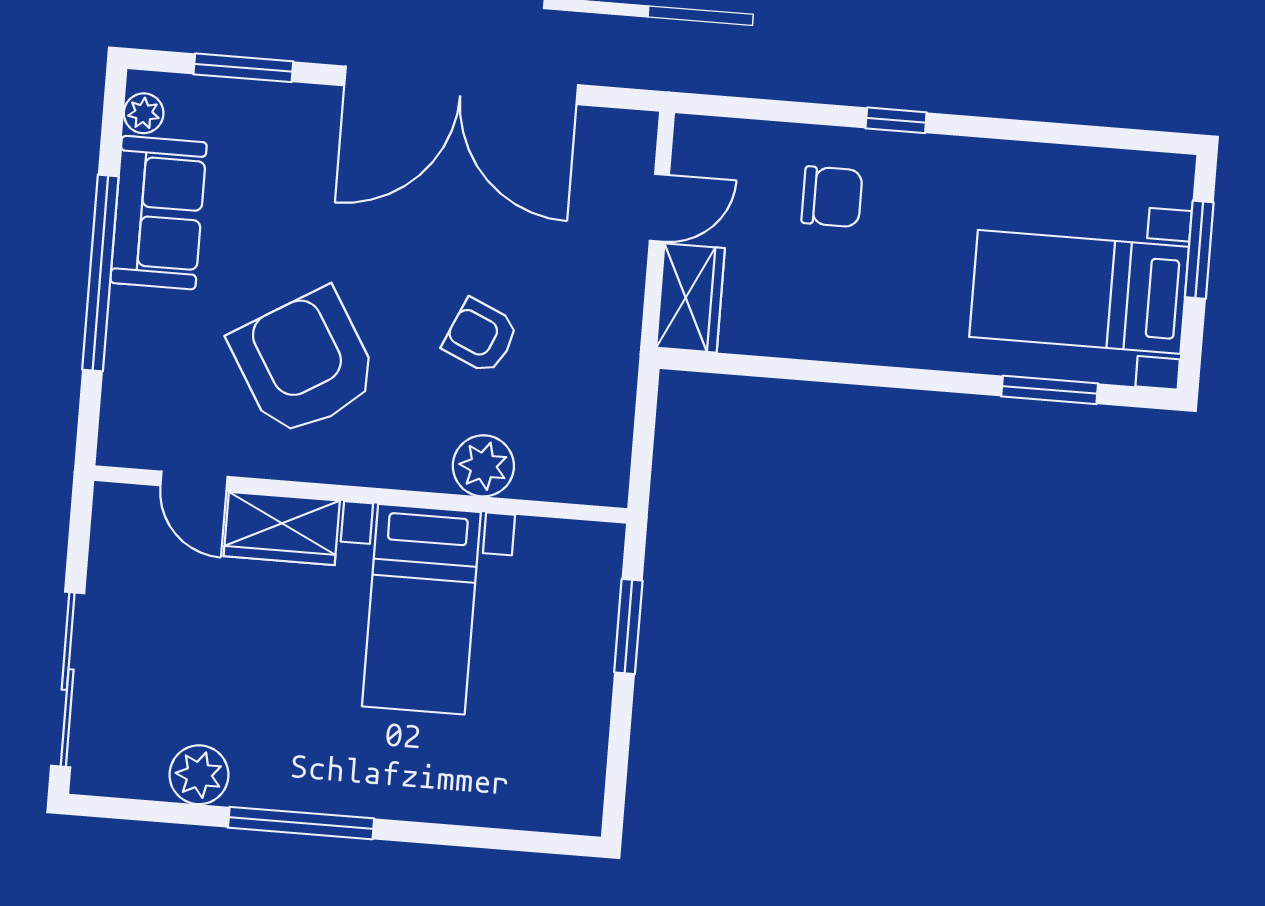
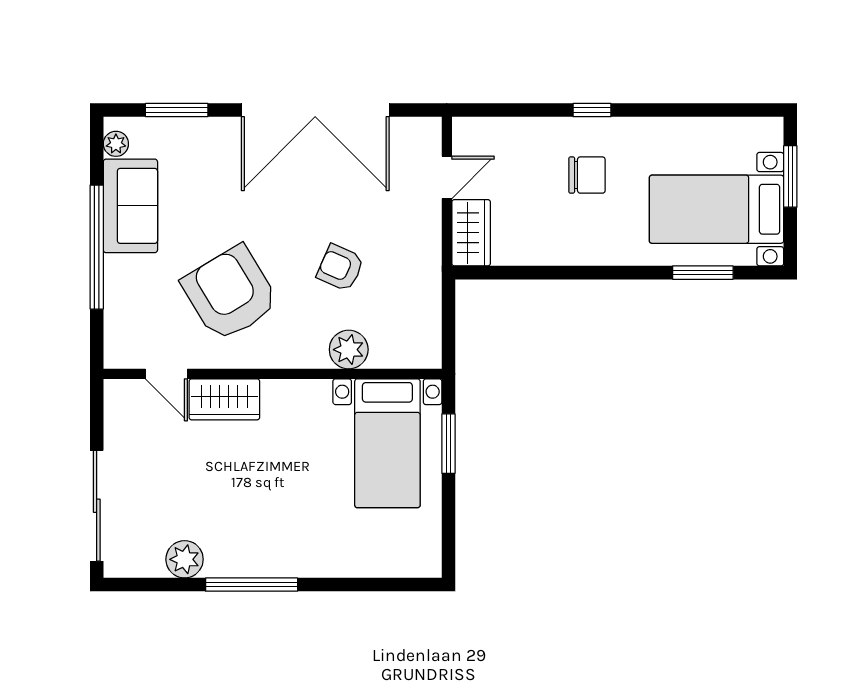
chair: (832, 197) -> (587, 175), moved
bed with nightstands: (421, 609) -> (387, 443), moved

